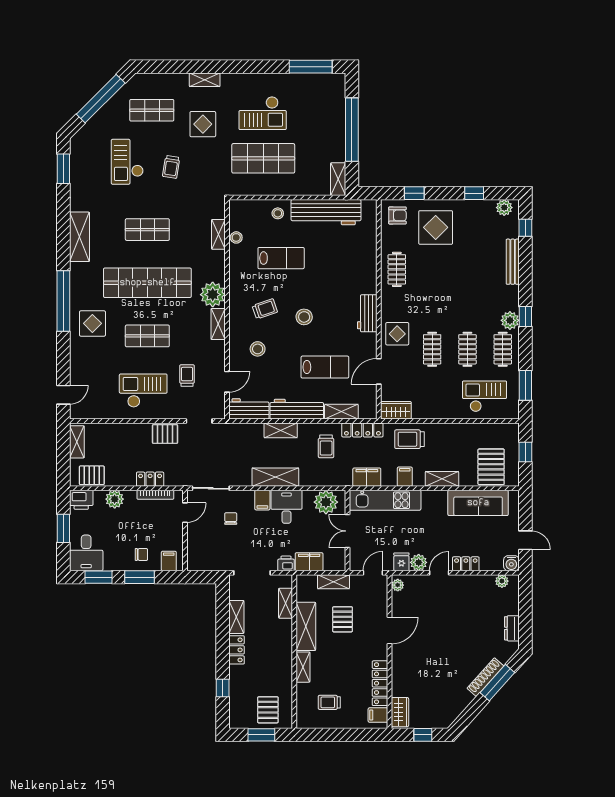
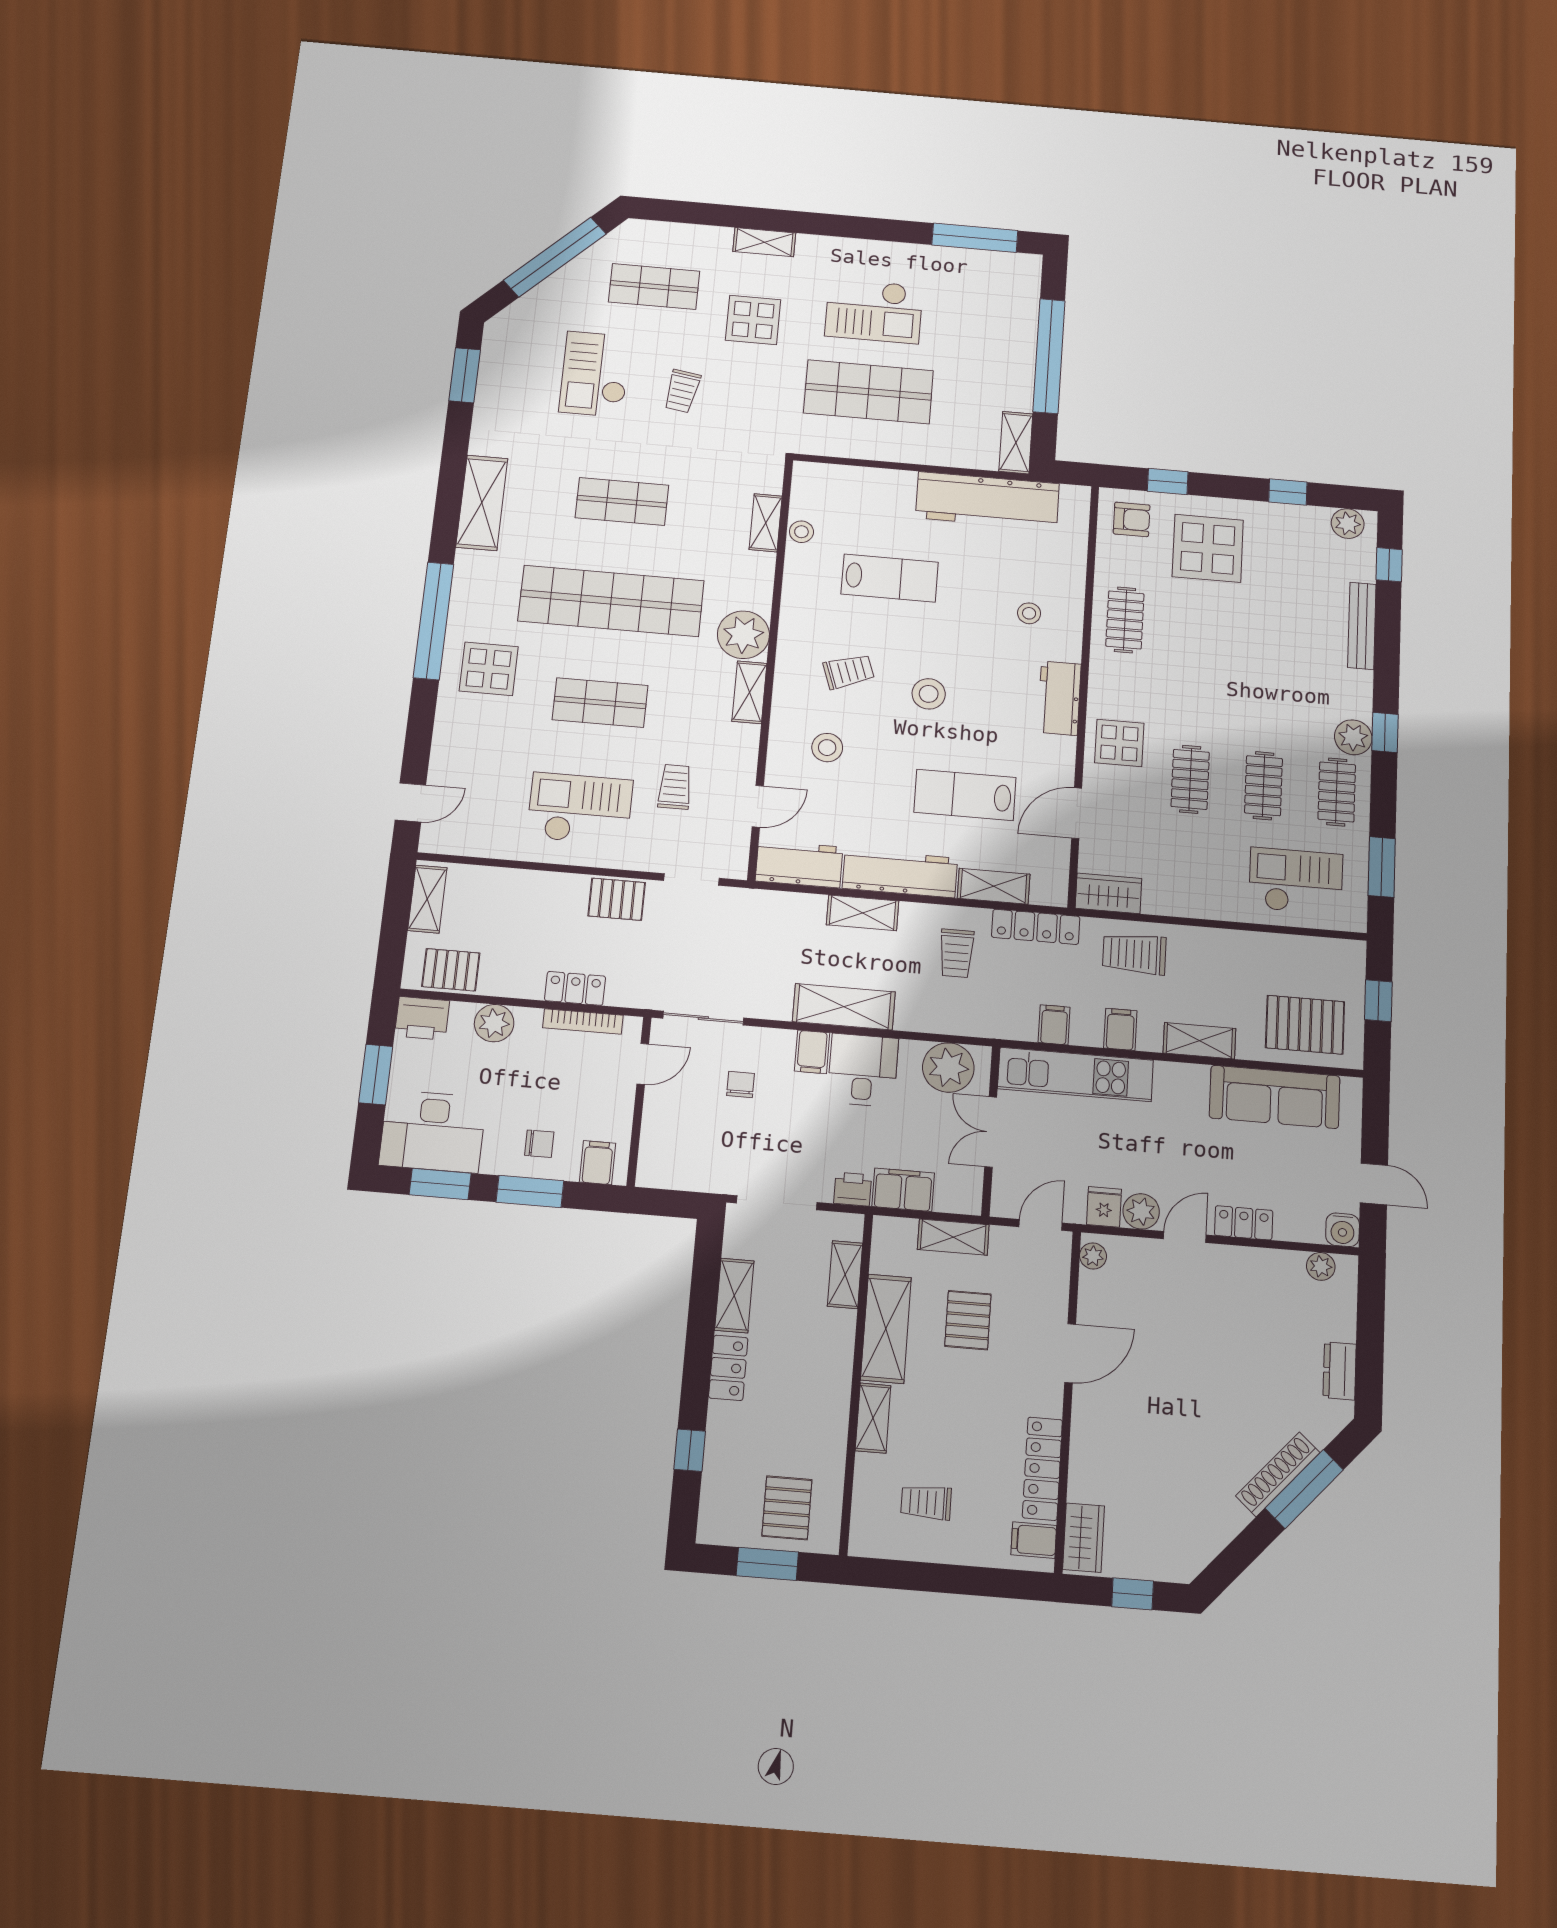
stool: (278, 213) -> (1029, 613), moved
lab bench: (325, 367) -> (965, 795), turned 180
pallet: (491, 467) -> (1305, 1025), turned 90
filing cabinet: (367, 477) -> (1054, 1025), width x0.50
desk: (86, 553) -> (433, 1131), width x1.37

